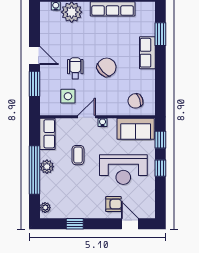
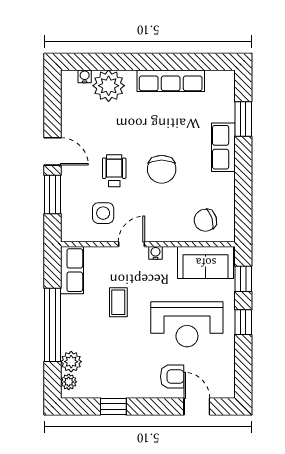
chair: (107, 67) -> (162, 169), turned 134
plant: (47, 167) -> (71, 362), moved

